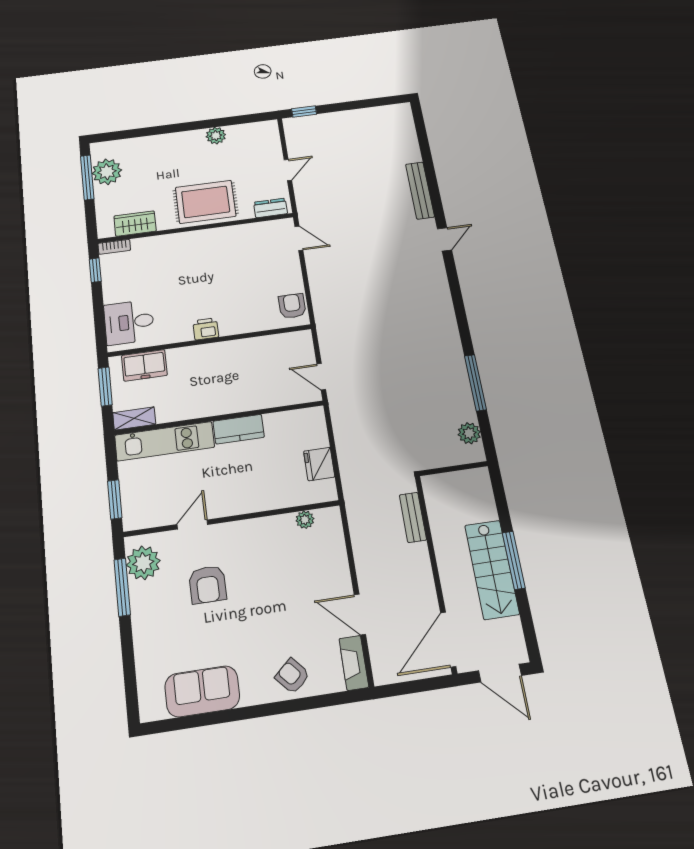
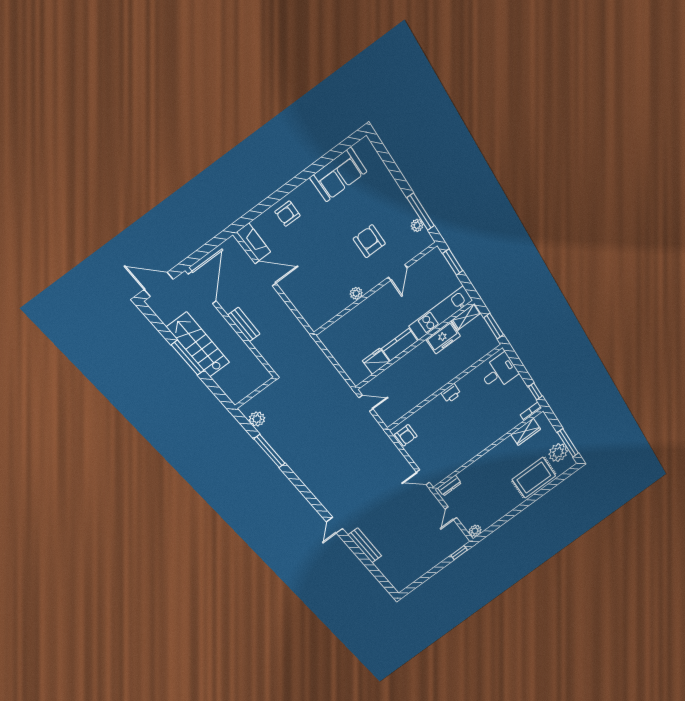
plant: (216, 136) -> (475, 531), moved
rug: (206, 202) -> (534, 478), moved
freezer: (144, 365) -> (443, 338), moved, turned 180
fridge: (319, 464) -> (376, 361), moved, turned -90
bench: (413, 517) -> (244, 325), moved
plant: (305, 520) -> (356, 293), moved
plant: (143, 563) -> (417, 225), width x0.53, depth x0.53
armchair: (292, 676) -> (287, 214), turned 132

